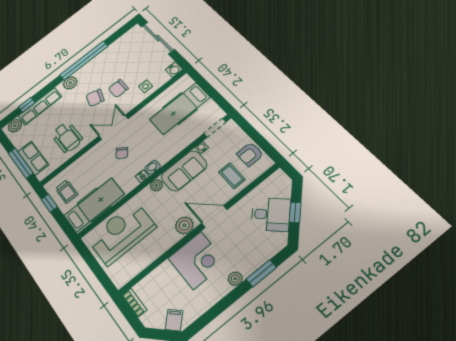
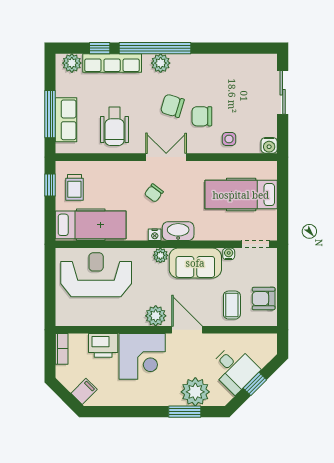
sliding door: (158, 38) -> (283, 92), width x0.73
window: (84, 61) -> (155, 48), moved
washbasin: (153, 167) -> (178, 231), width x1.91, depth x1.45
printer: (163, 276) -> (103, 345), added
plant: (235, 279) -> (195, 392), moved, width x1.88, depth x1.88

